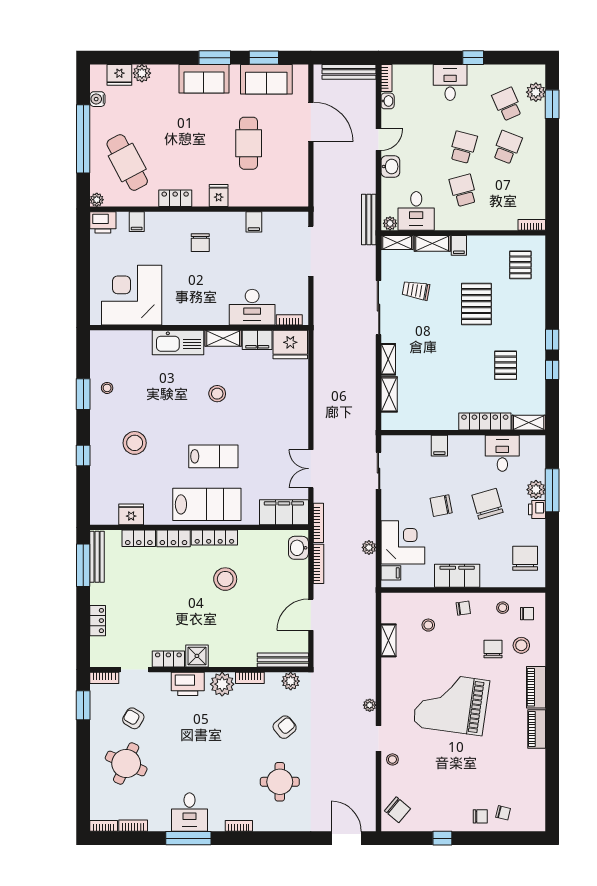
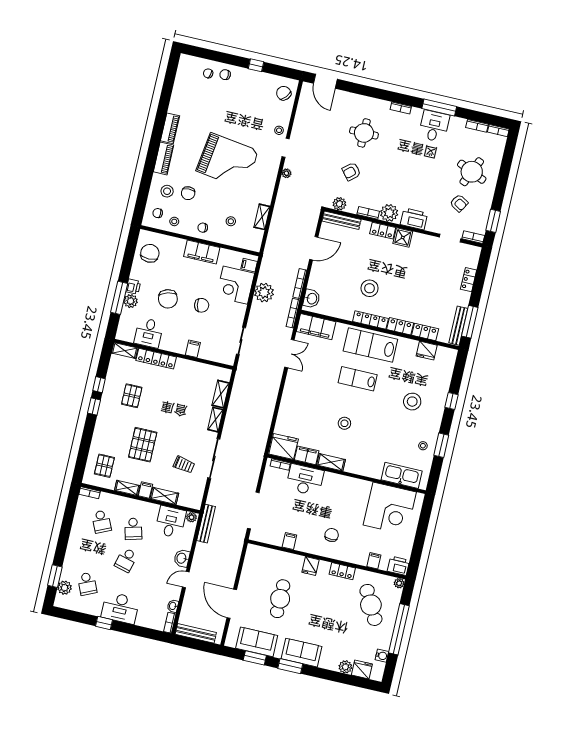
desk: (450, 82) -> (120, 608), width x1.37
school desk: (507, 147) -> (101, 522), moved, turned -45
shelving: (397, 242) -> (127, 488), moved
kitchen sink: (178, 342) -> (402, 475), moved
plant: (369, 547) -> (264, 293), width x1.88, depth x1.88
chair: (525, 558) -> (150, 253), turned 180
locker: (168, 659) -> (383, 231), moved

